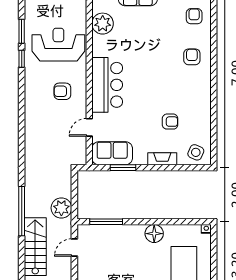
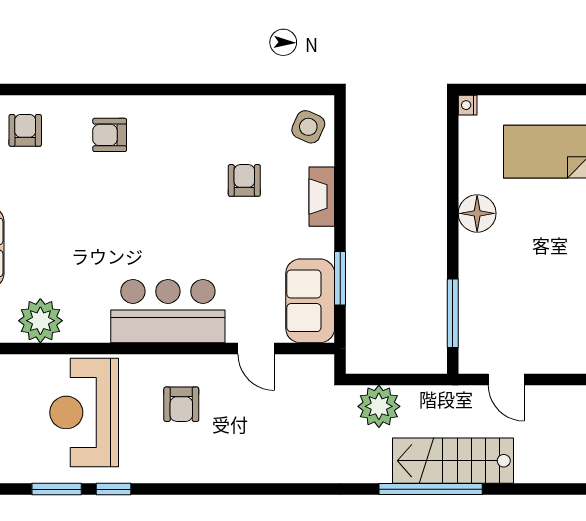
armchair: (194, 16) -> (25, 130), turned 90
plant: (61, 208) -> (379, 406), moved
stairs: (35, 247) -> (453, 461), moved

